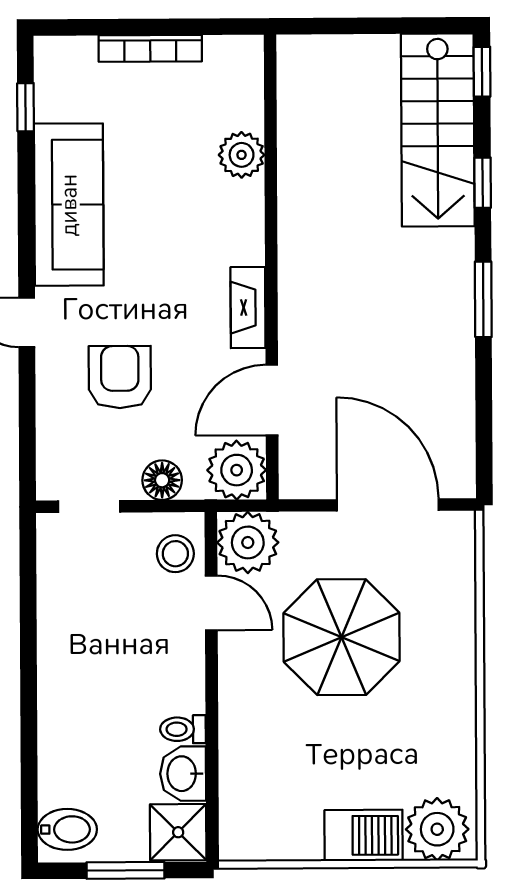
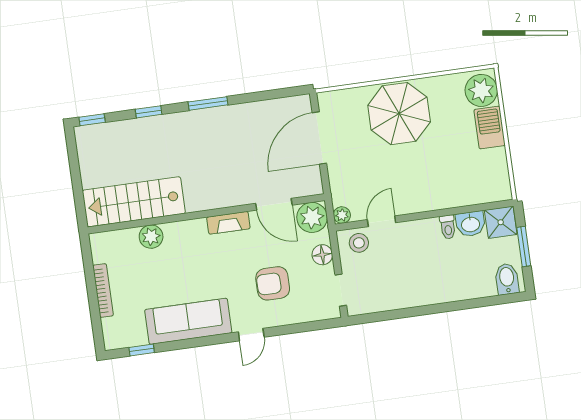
stairs: (438, 130) -> (134, 202), moved, turned 180
plant: (248, 542) -> (342, 215), width x0.53, depth x0.53
parasol: (341, 637) -> (399, 114), moved

